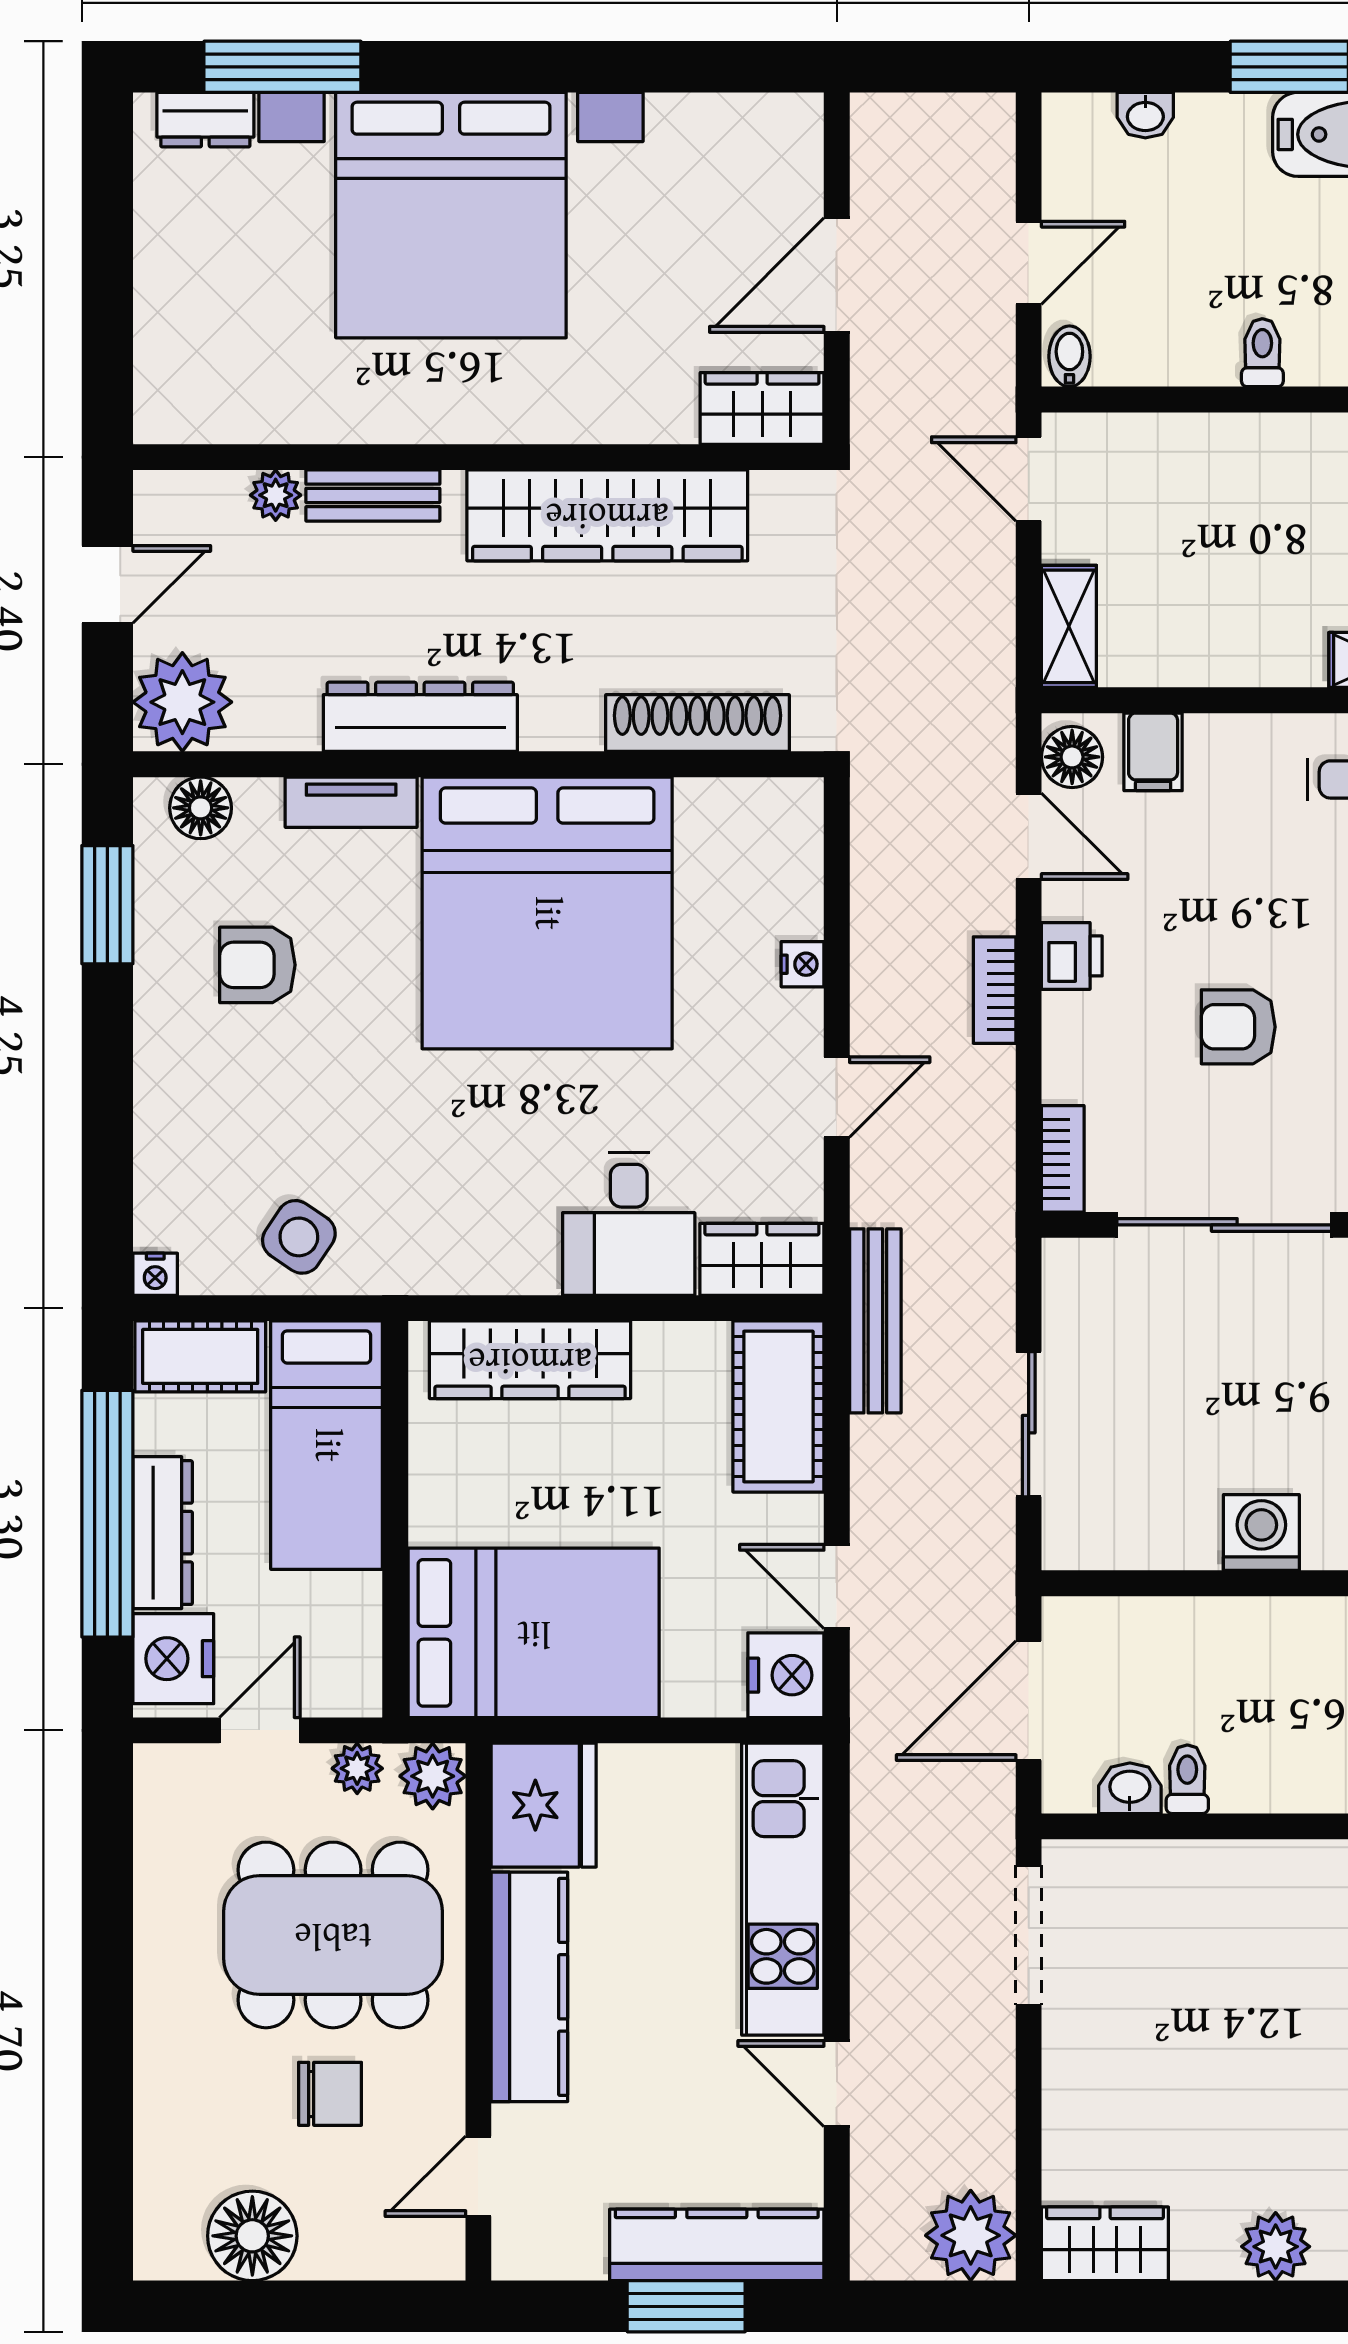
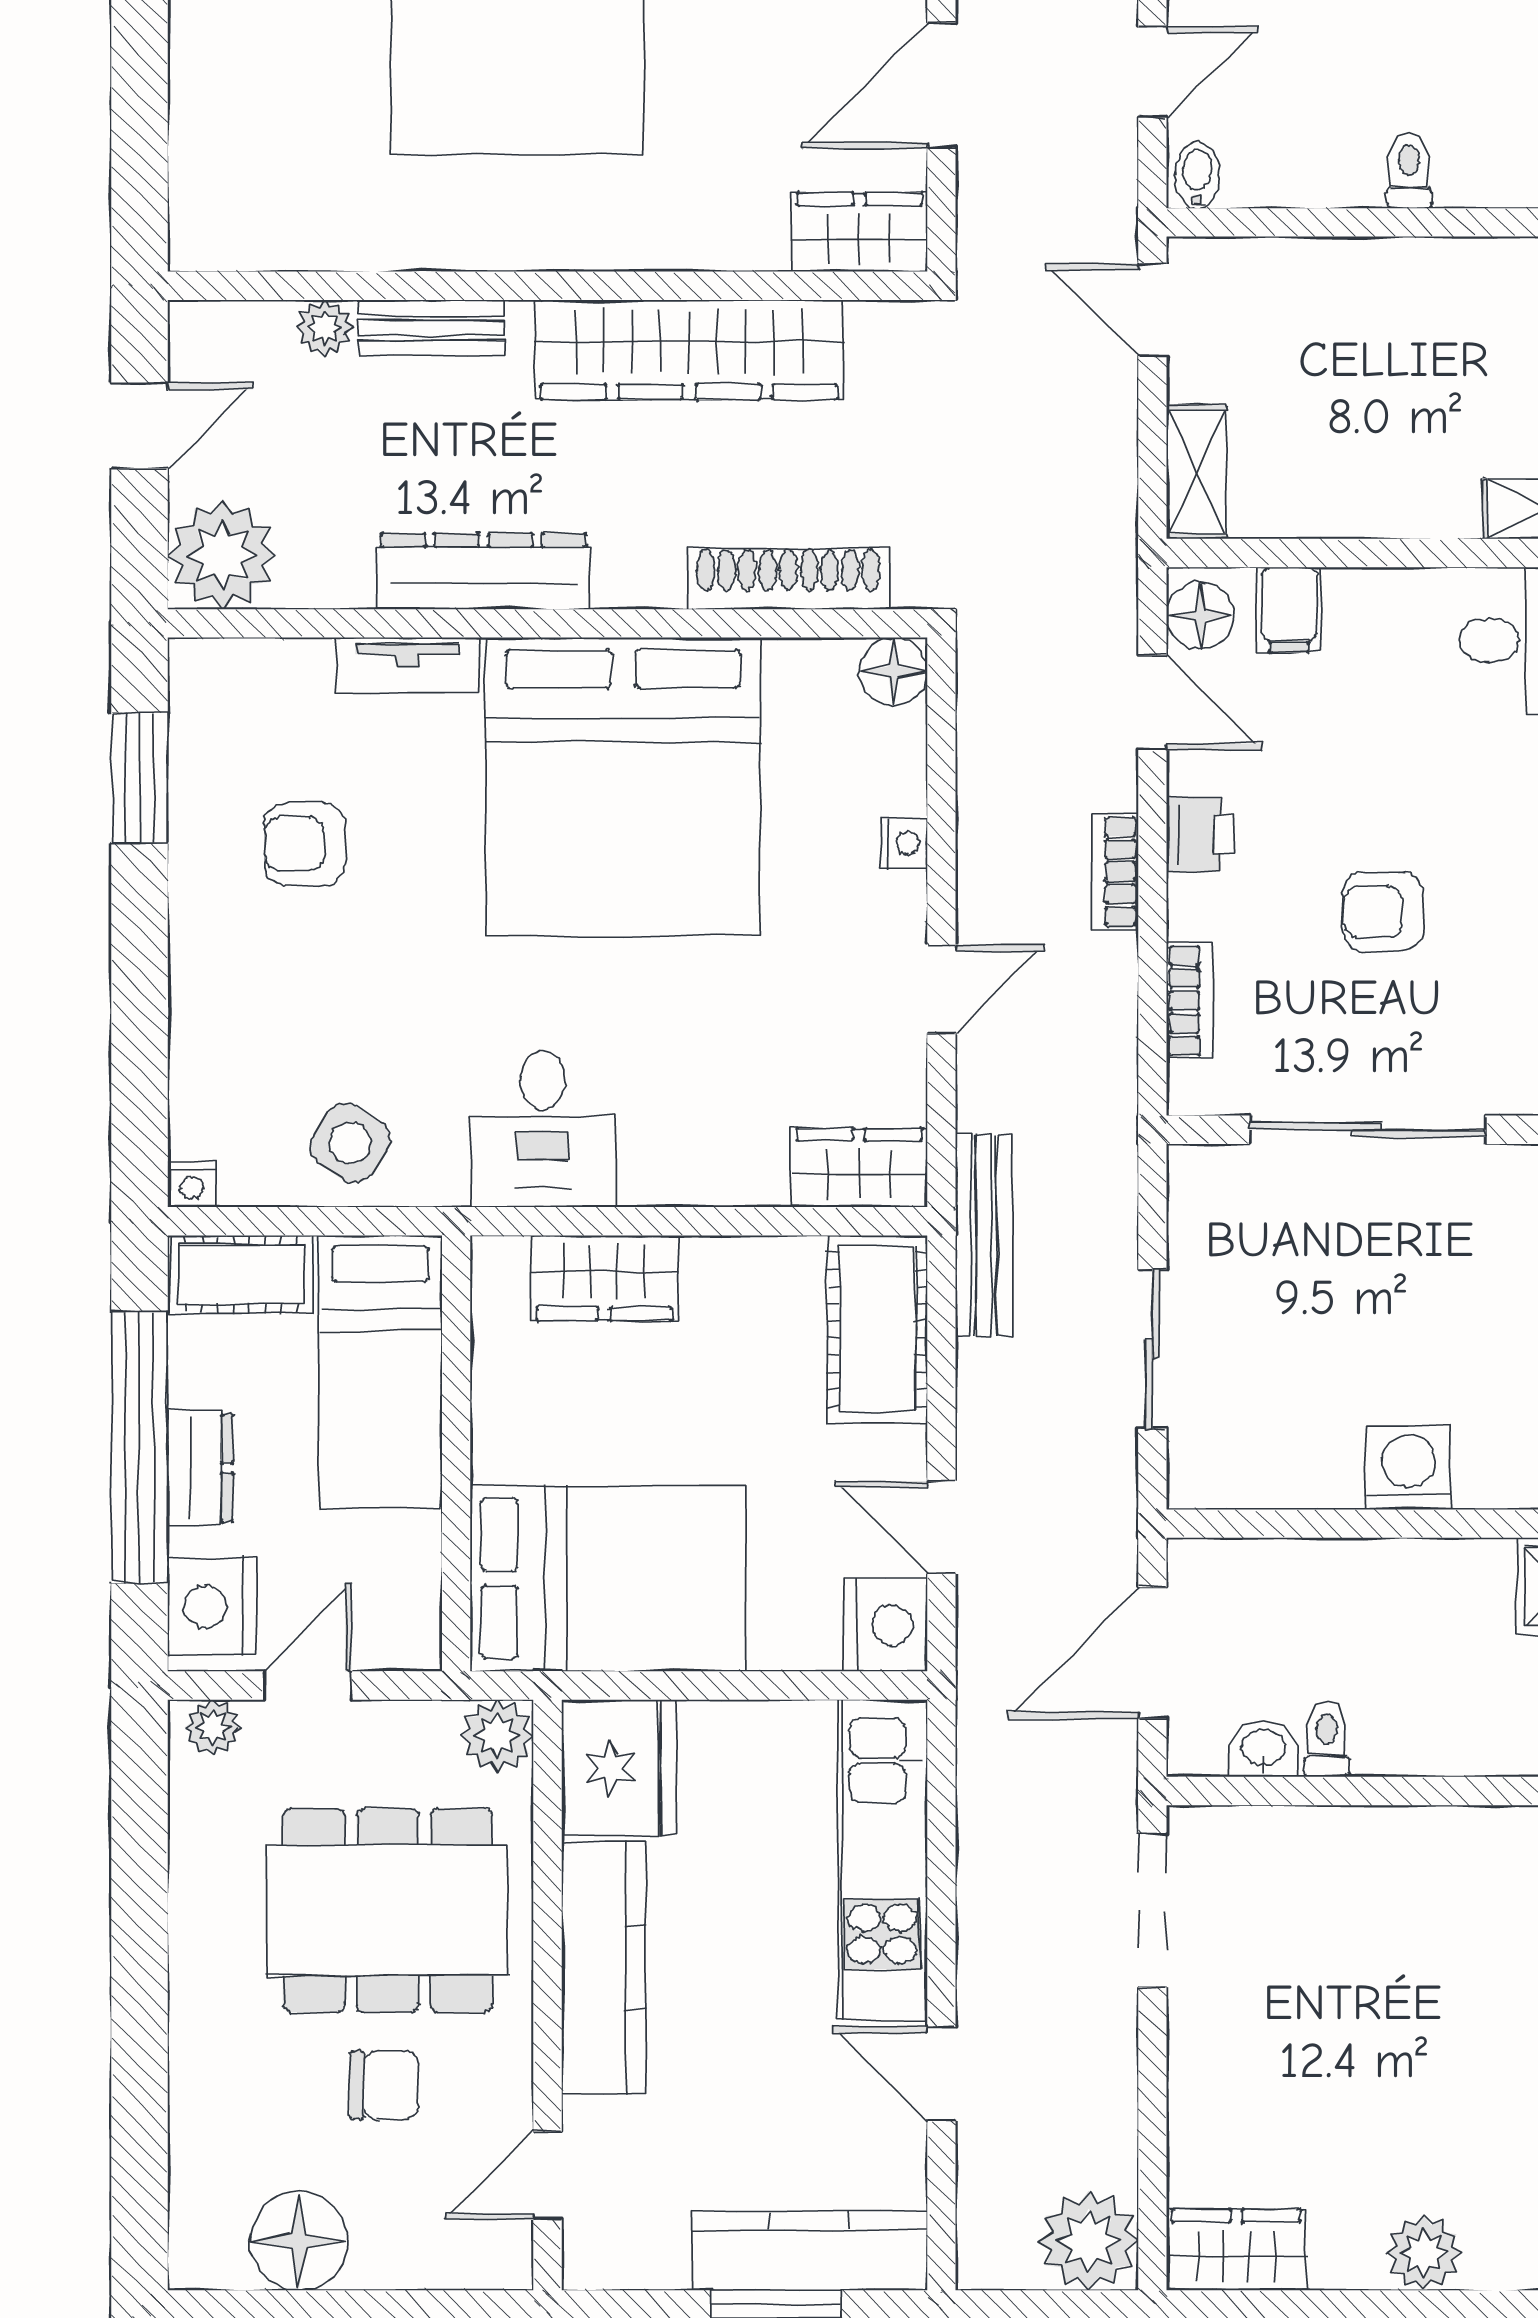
floor lamp: (201, 808) -> (893, 671), moved
bookcase: (1063, 1159) -> (1190, 1001), moved
desk: (629, 1224) -> (543, 1129), moved
wardrobe: (530, 1360) -> (604, 1278), width x0.67
dresser: (163, 1533) -> (200, 1468), width x0.70
plant: (357, 1768) -> (213, 1727), moved

